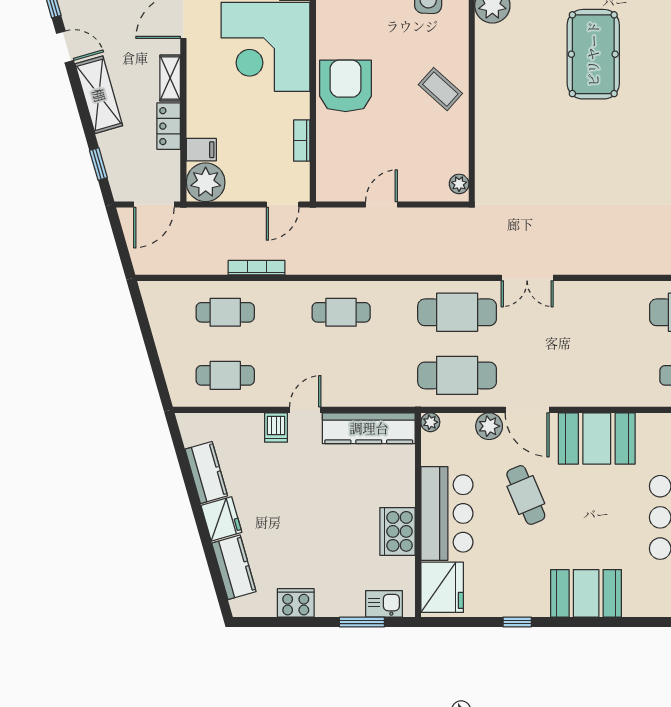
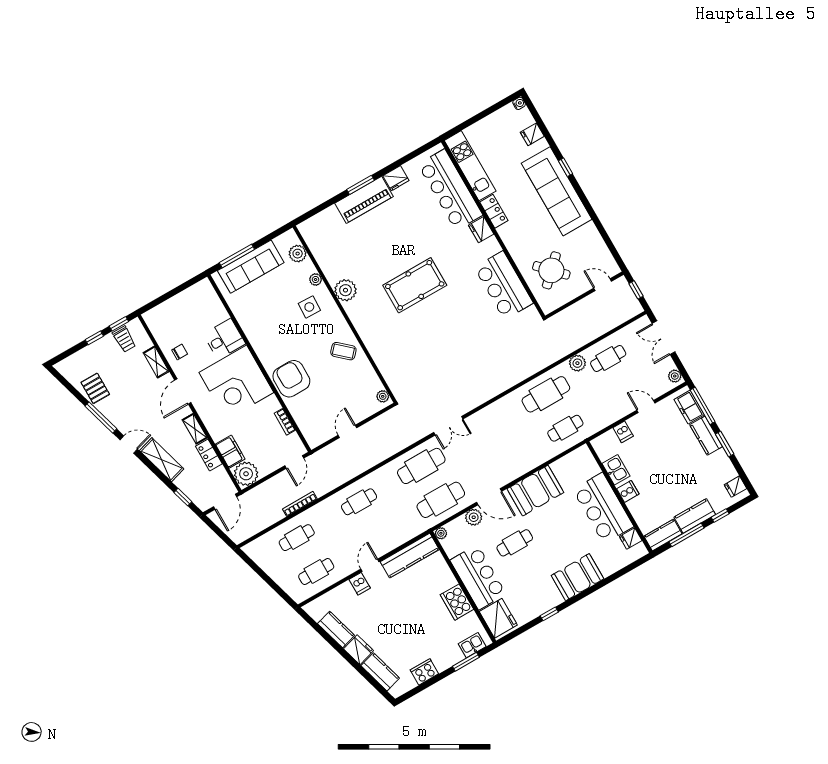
pool table: (593, 54) -> (415, 285), turned 90
filing cabinet: (201, 150) -> (230, 452), width x2.00
cafe table: (526, 495) -> (515, 543), turned -67

